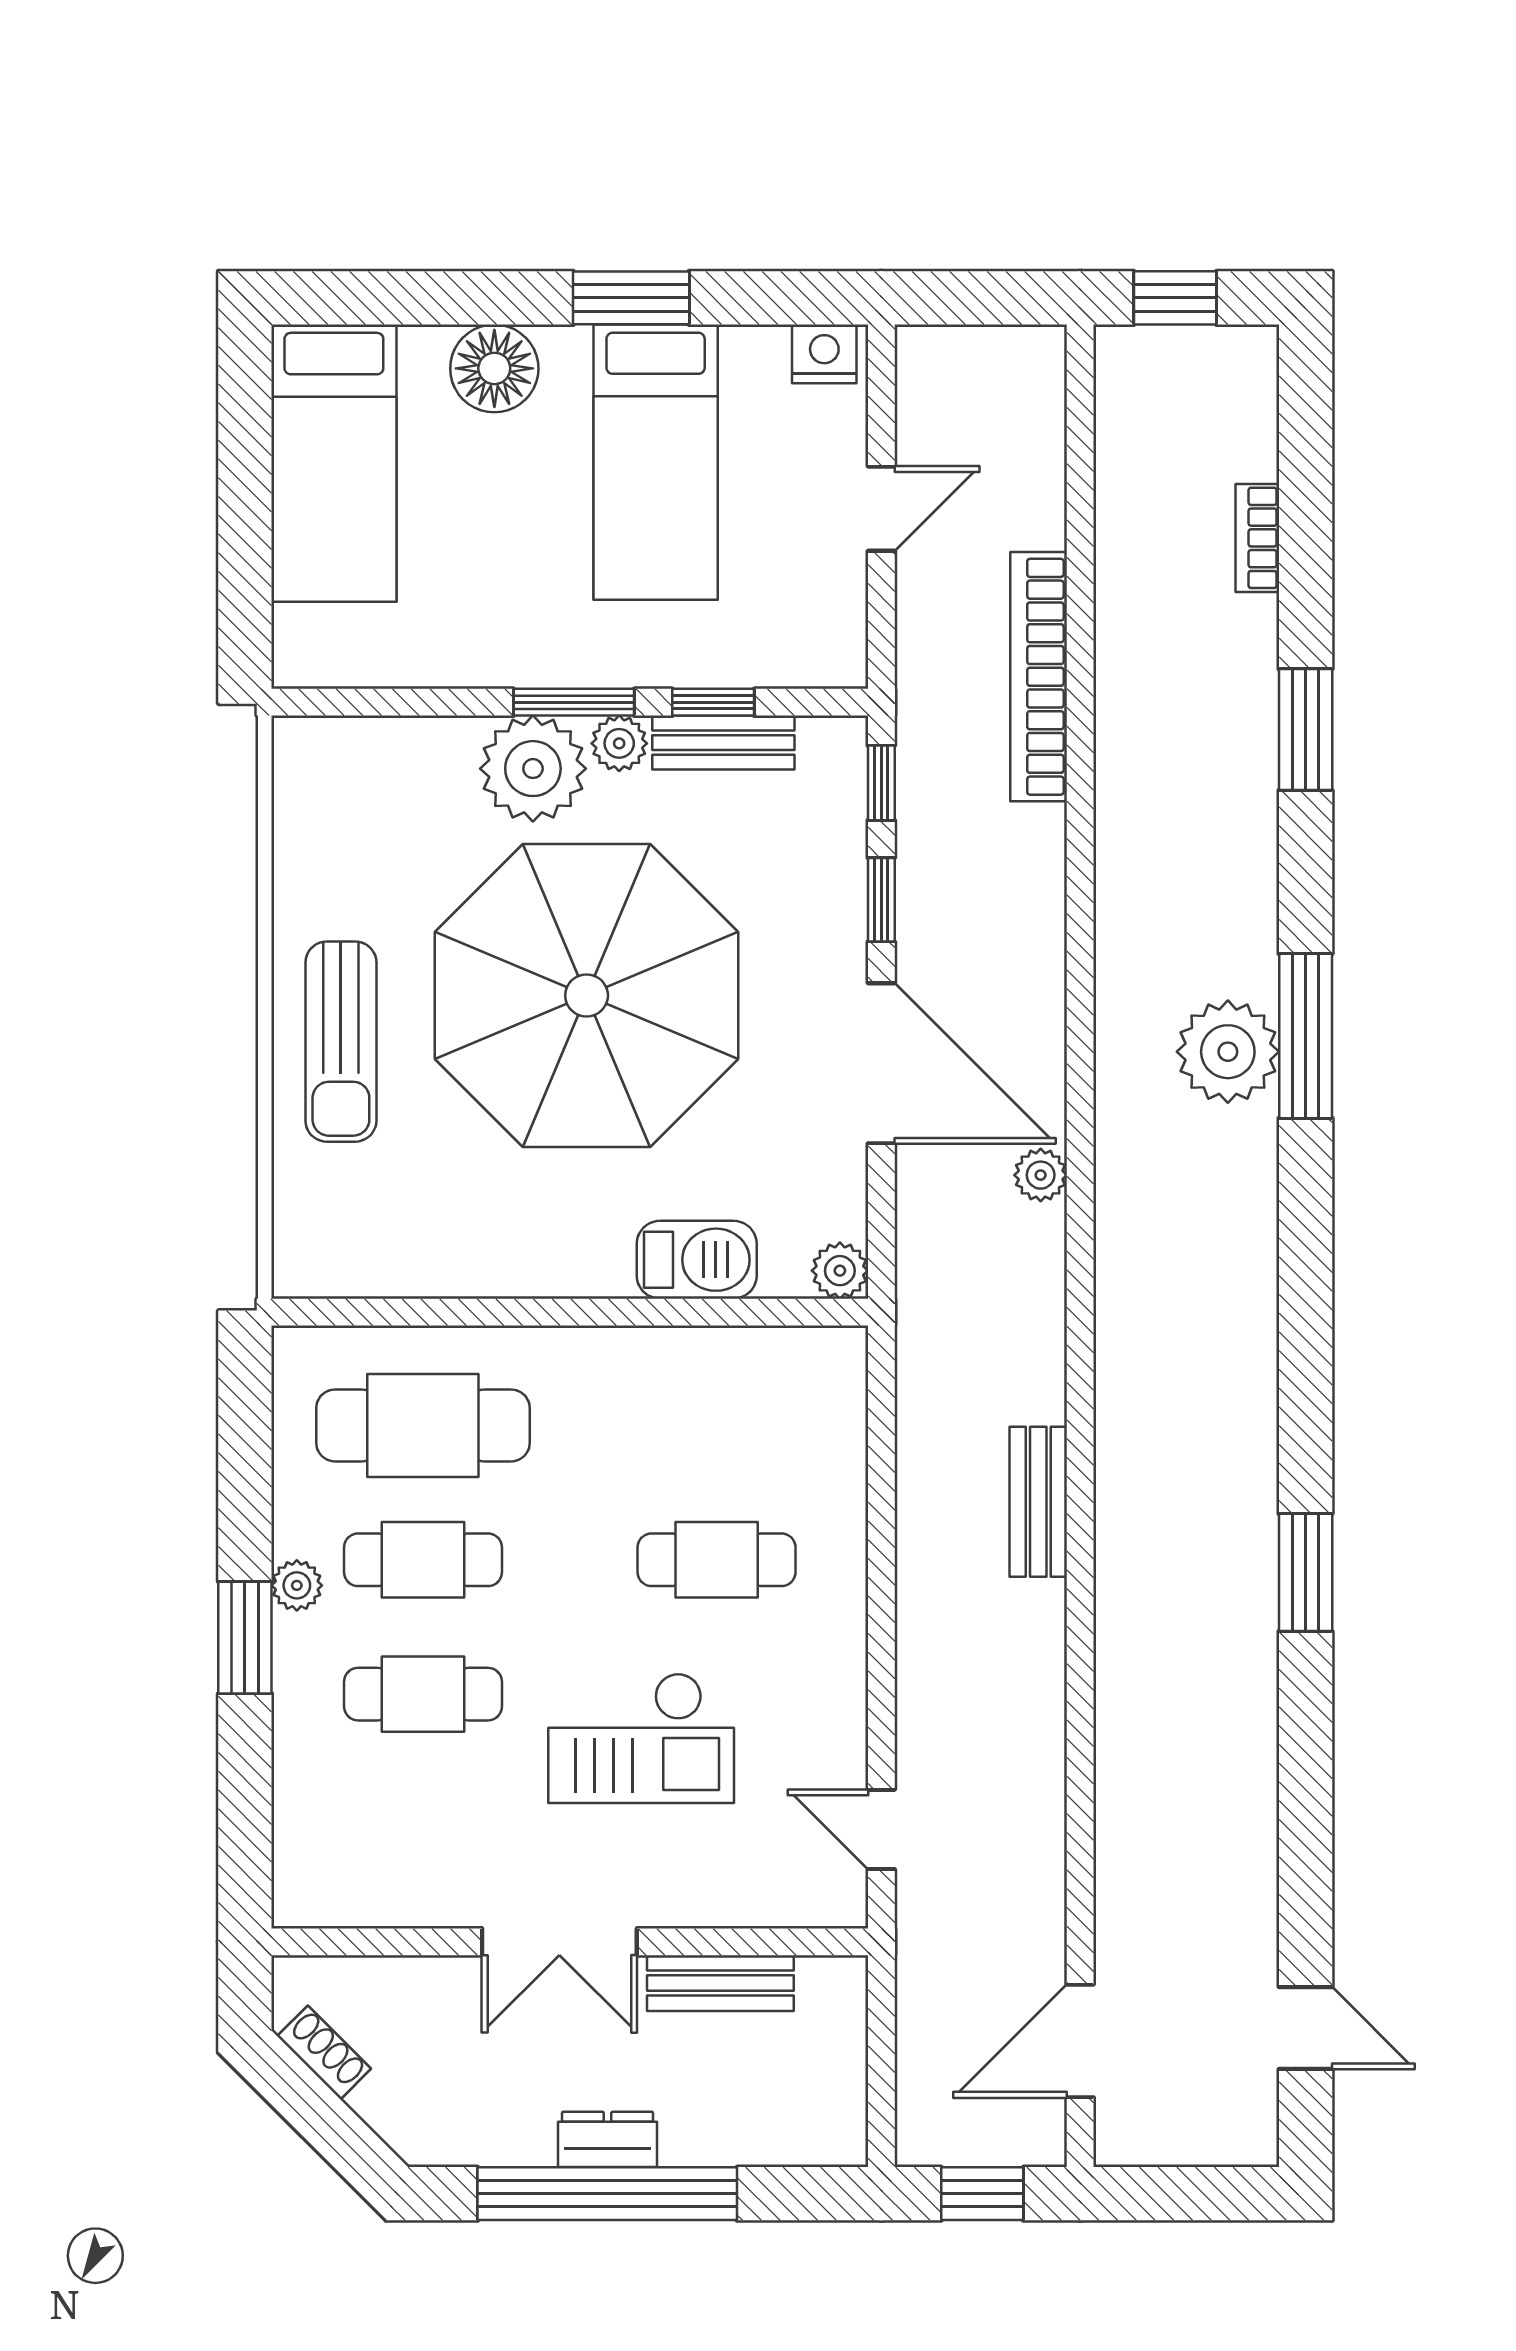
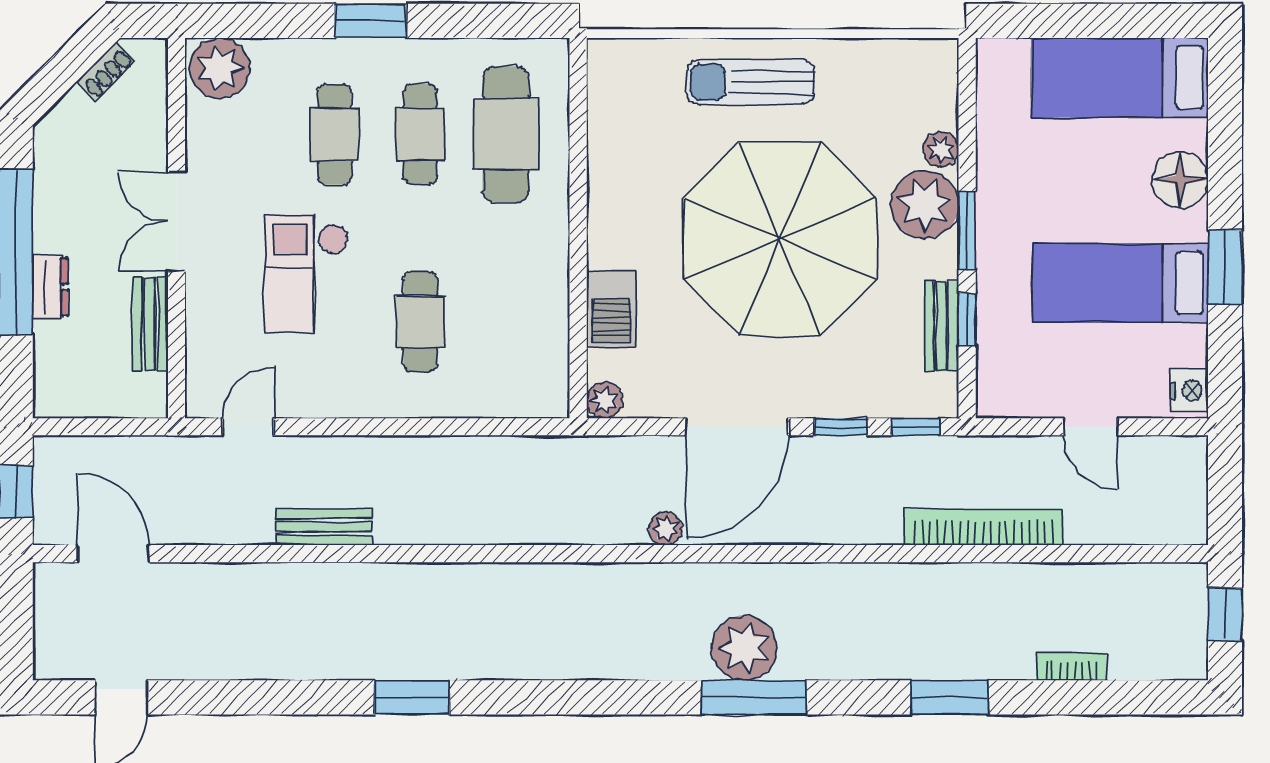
plant: (619, 743) -> (941, 150), moved
bench: (1038, 1502) -> (324, 527), moved
plant: (297, 1585) -> (219, 68), moved, width x1.88, depth x1.88
dresser: (608, 2139) -> (50, 287), moved

